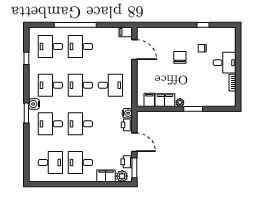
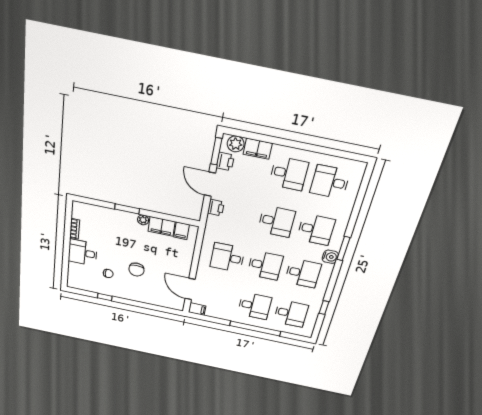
water cooler: (127, 113) -> (212, 221), removed

